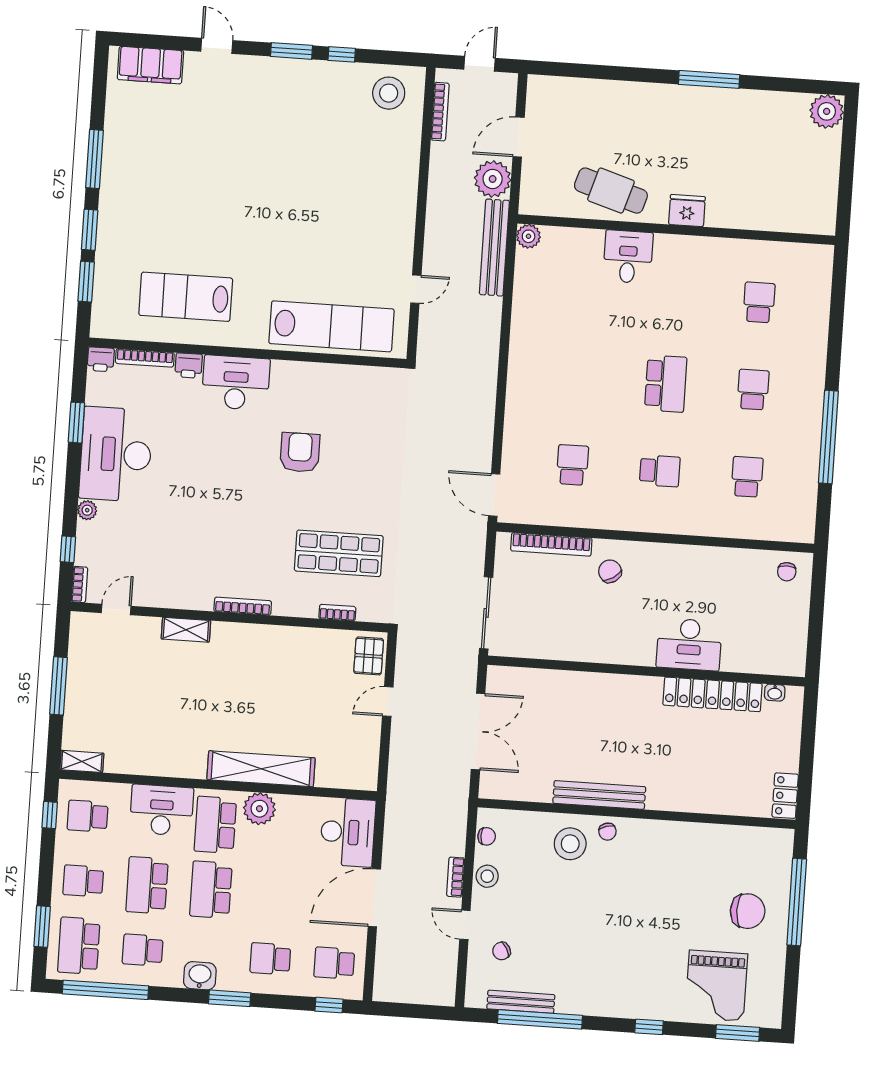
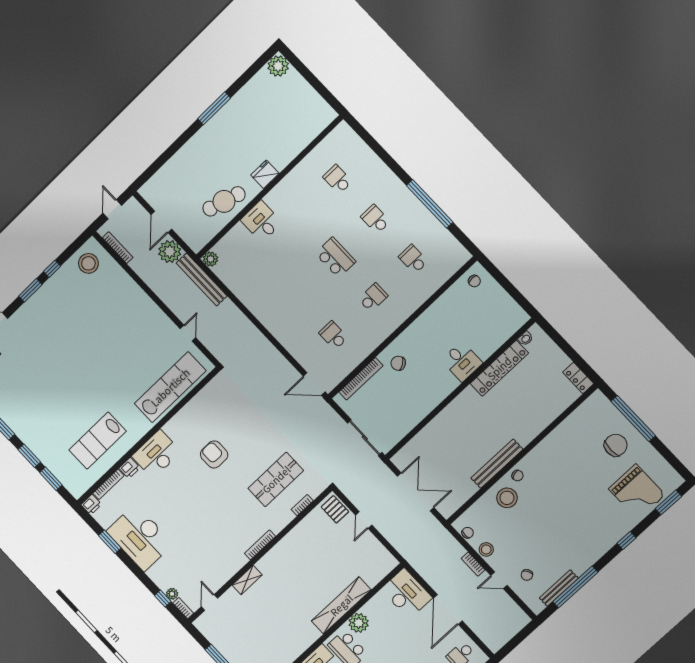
plant: (87, 510) -> (172, 594), moved
desk: (689, 644) -> (462, 361), width x0.73

